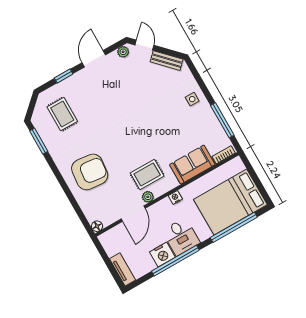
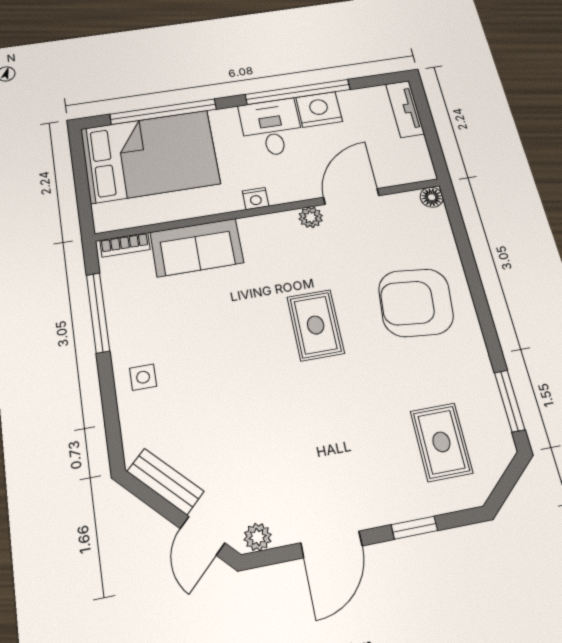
rug: (147, 175) -> (316, 325), moved, turned 90

